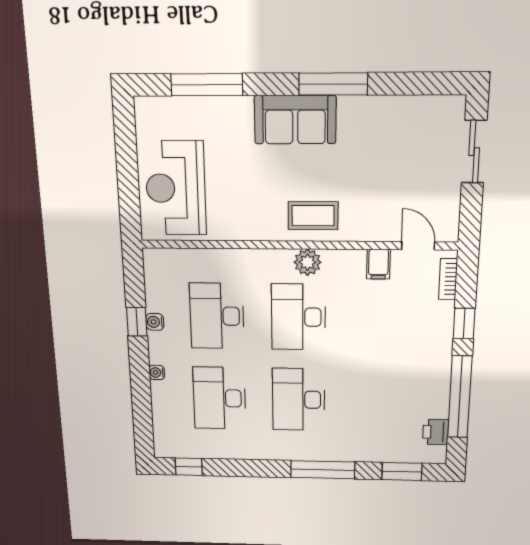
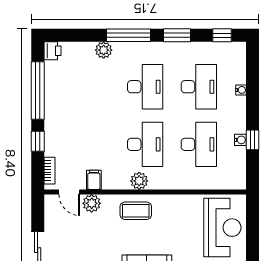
plant: (383, 228) -> (92, 203), added
water cooler: (157, 372) -> (241, 90), moved
printer: (436, 432) -> (52, 51), moved
plant: (359, 451) -> (104, 50), added
window: (402, 471) -> (177, 35), moved

